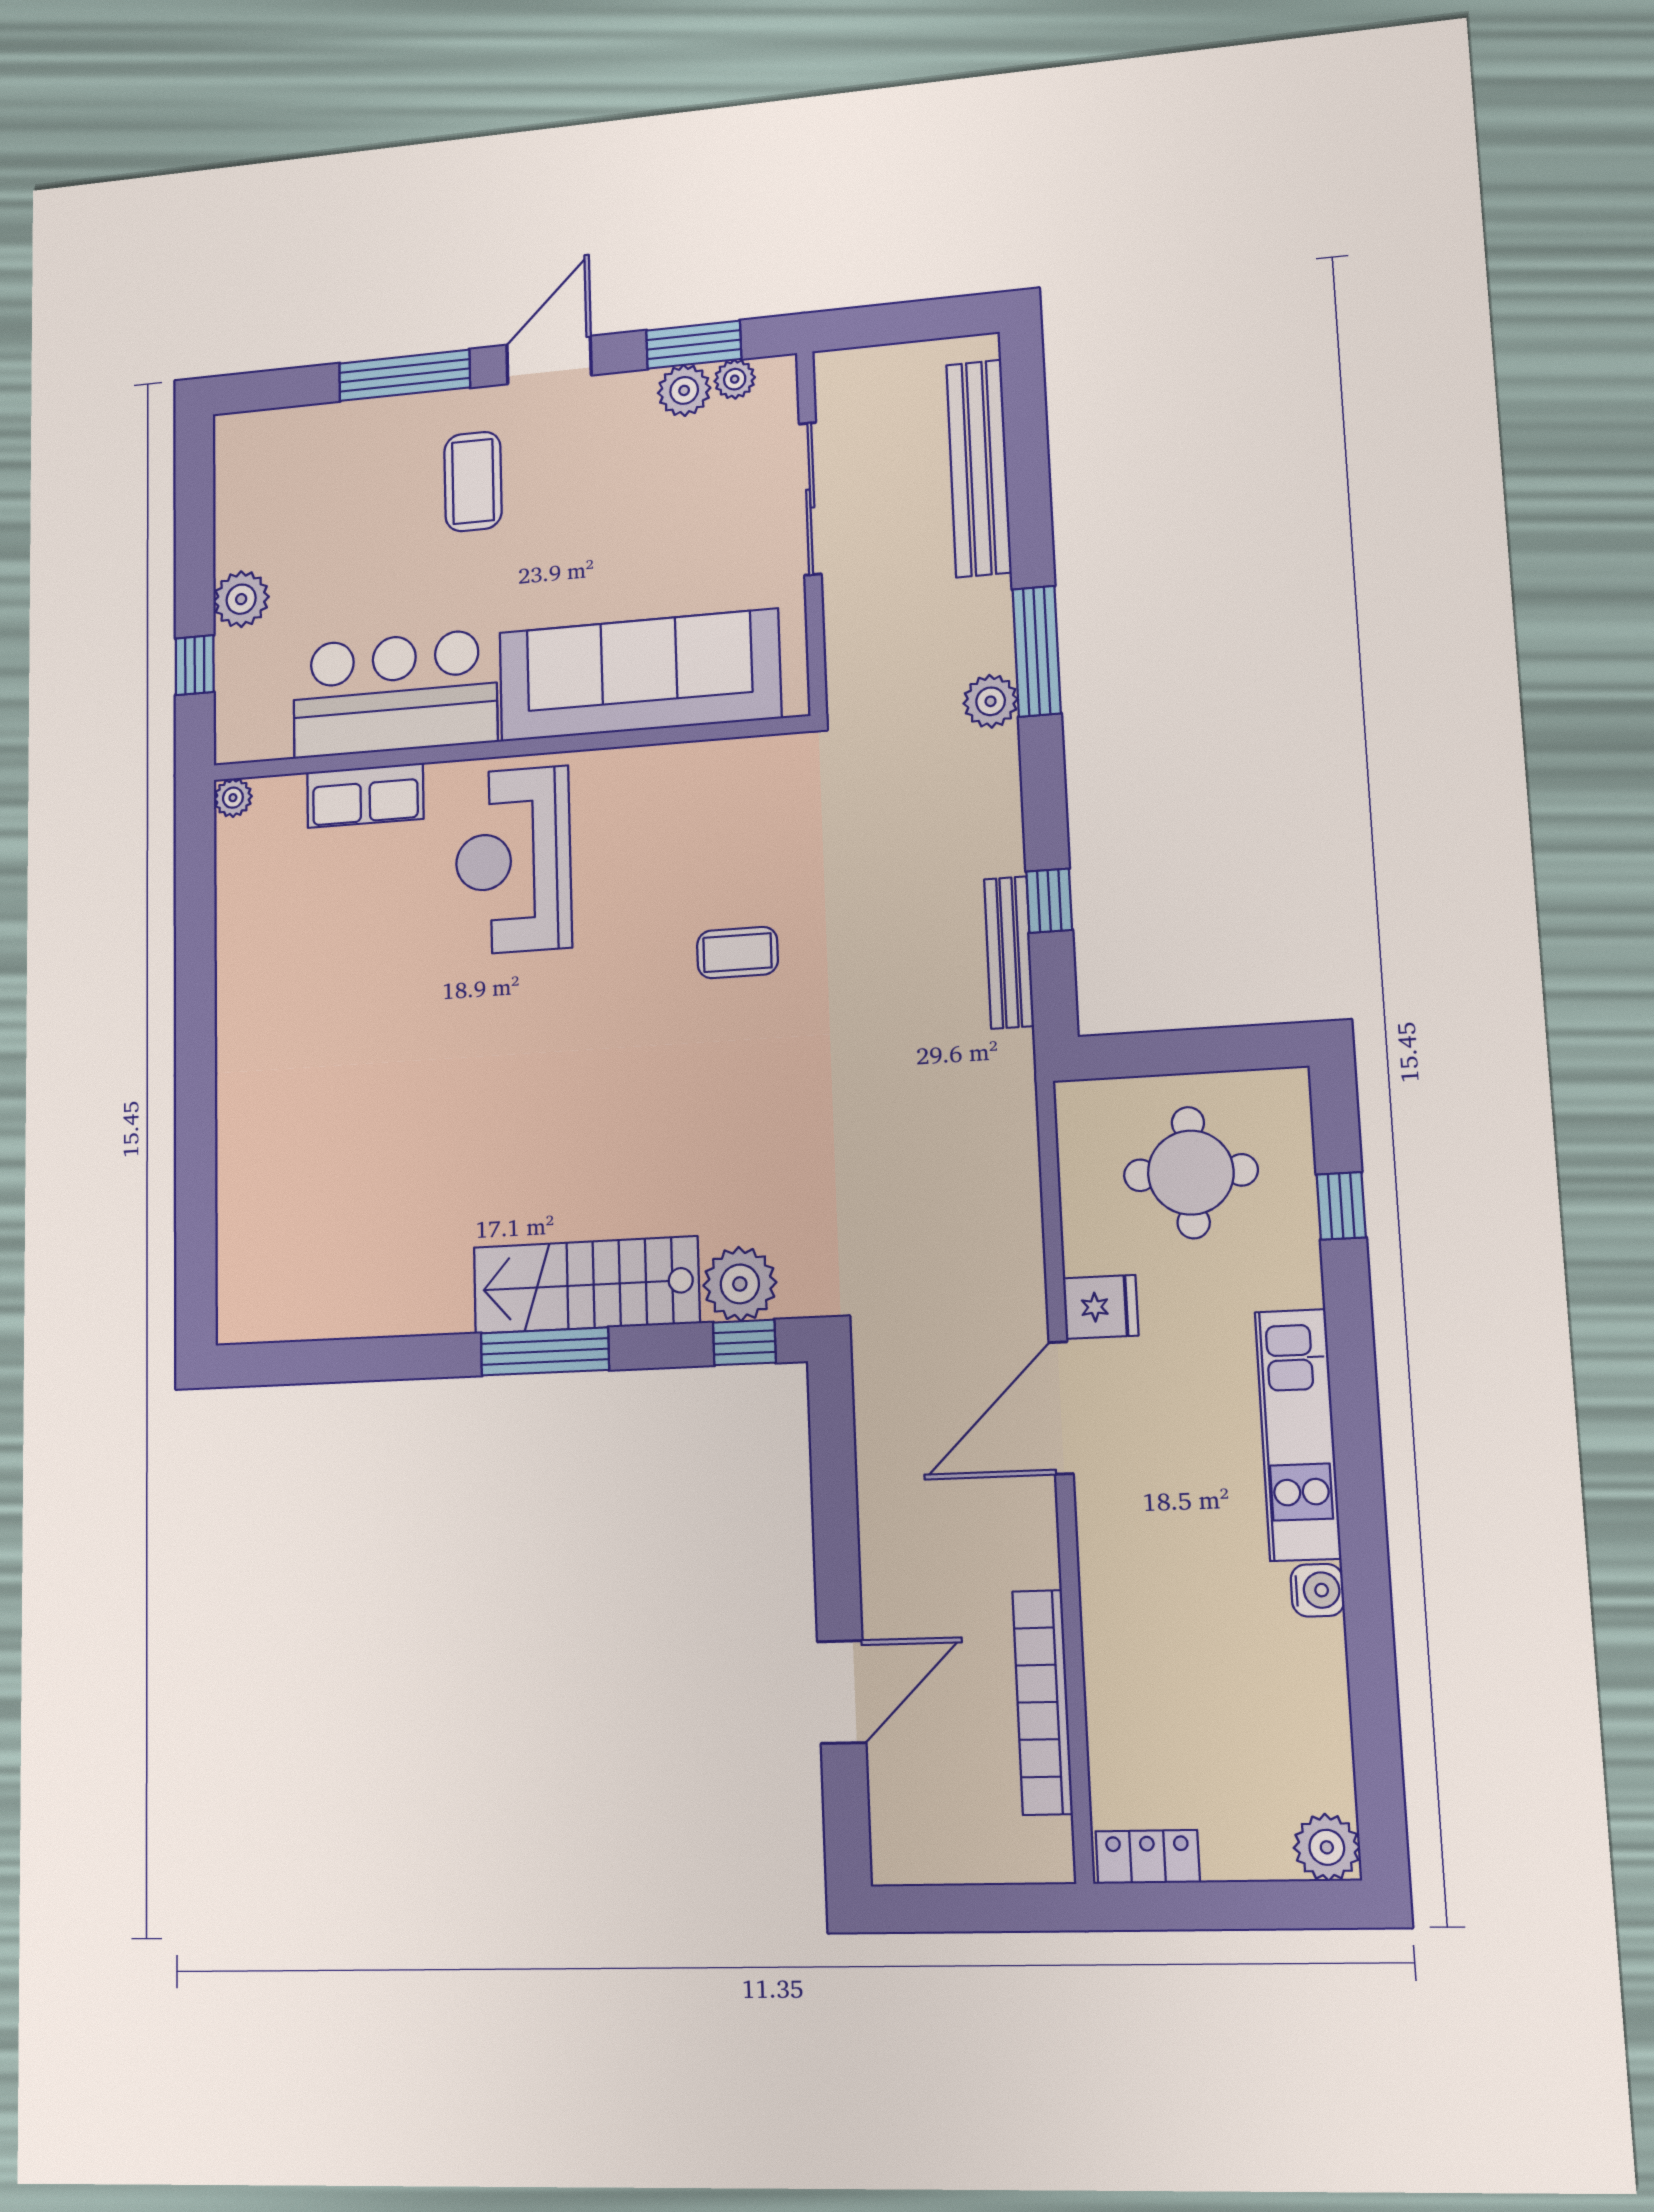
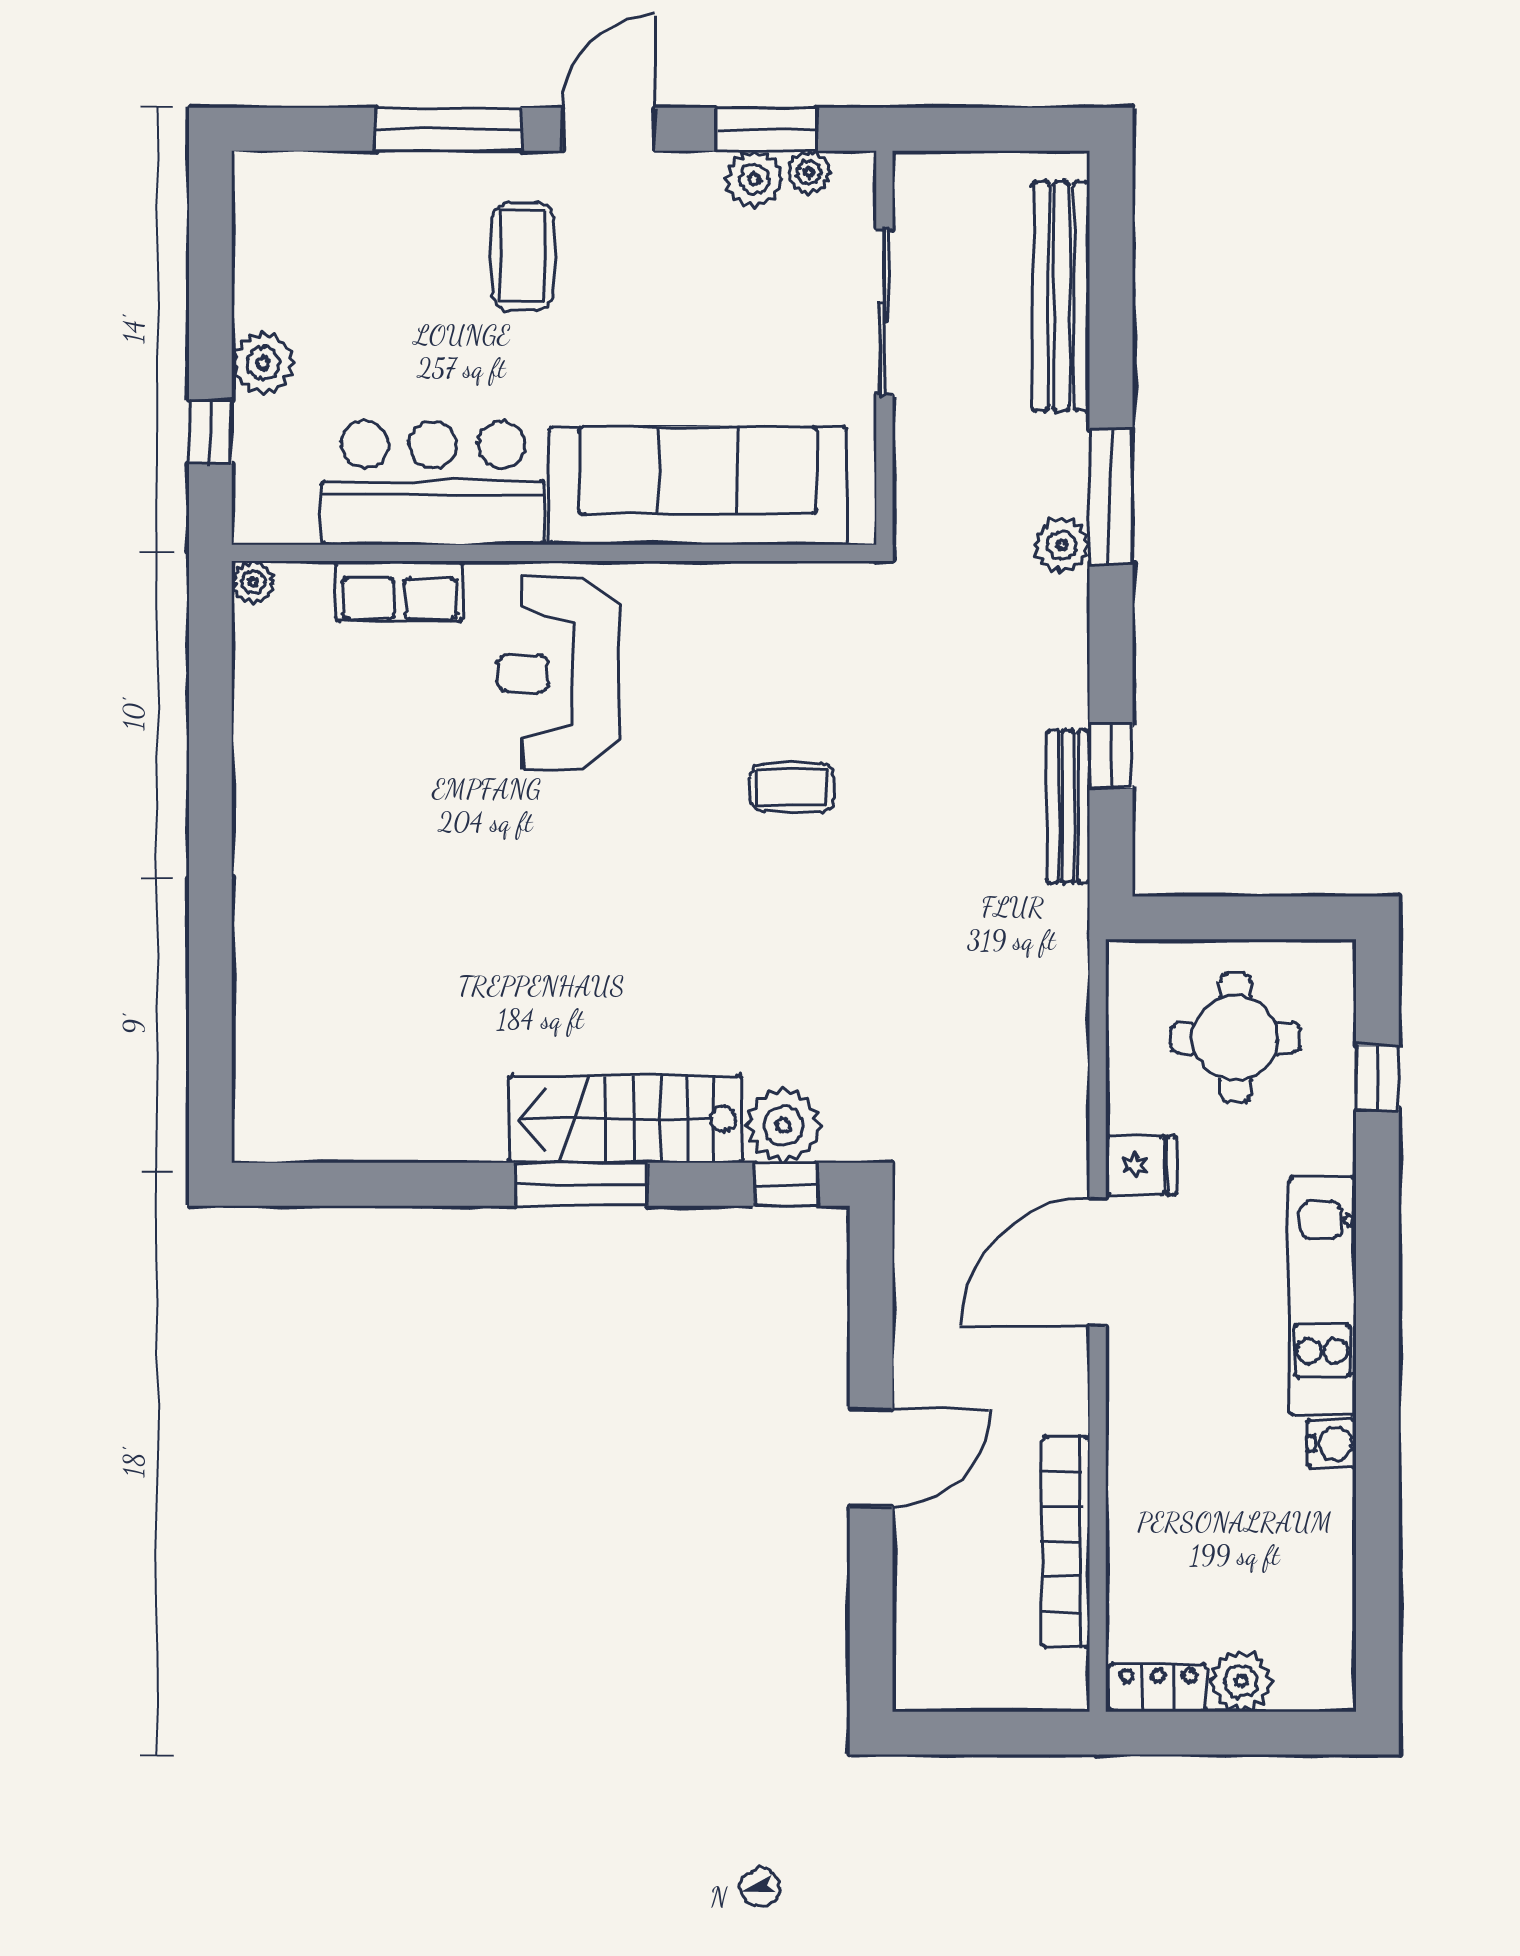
door: (842, 1692) -> (871, 1458), moved
plant: (1327, 1847) -> (1241, 1681), moved

